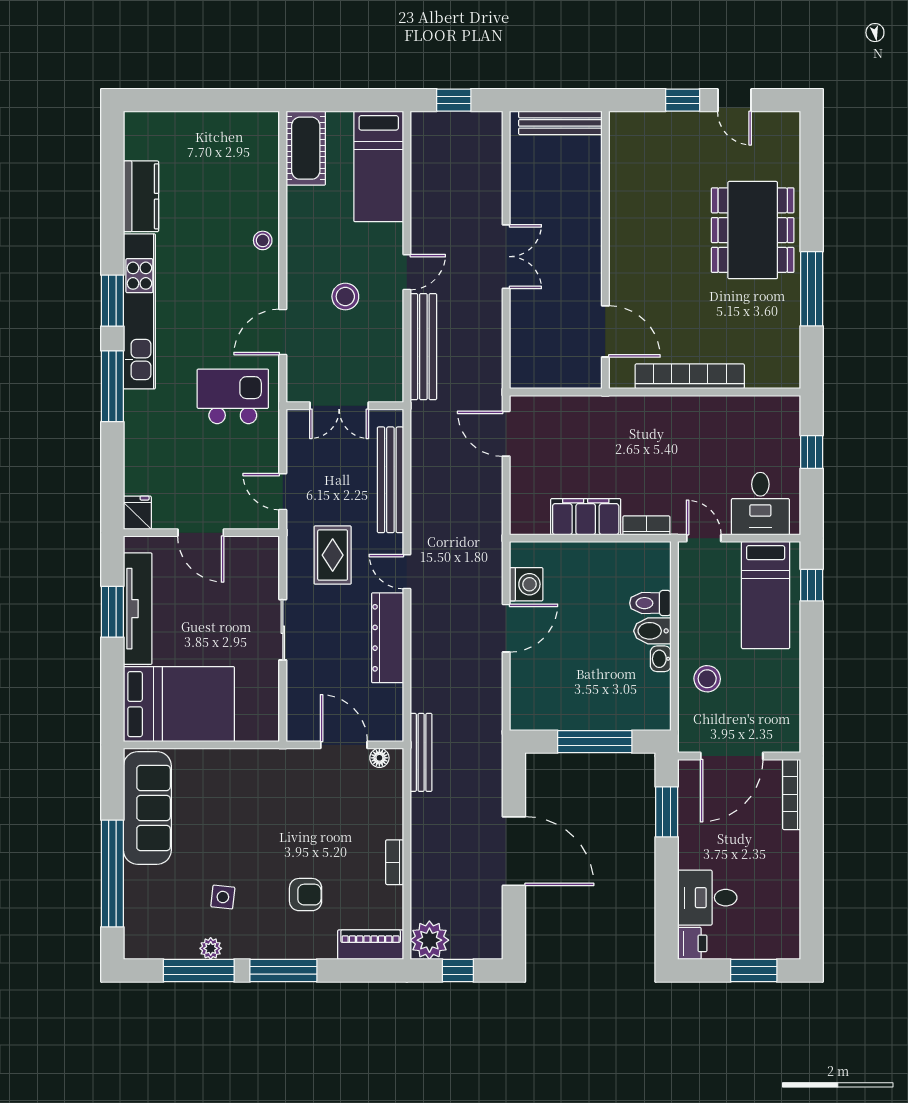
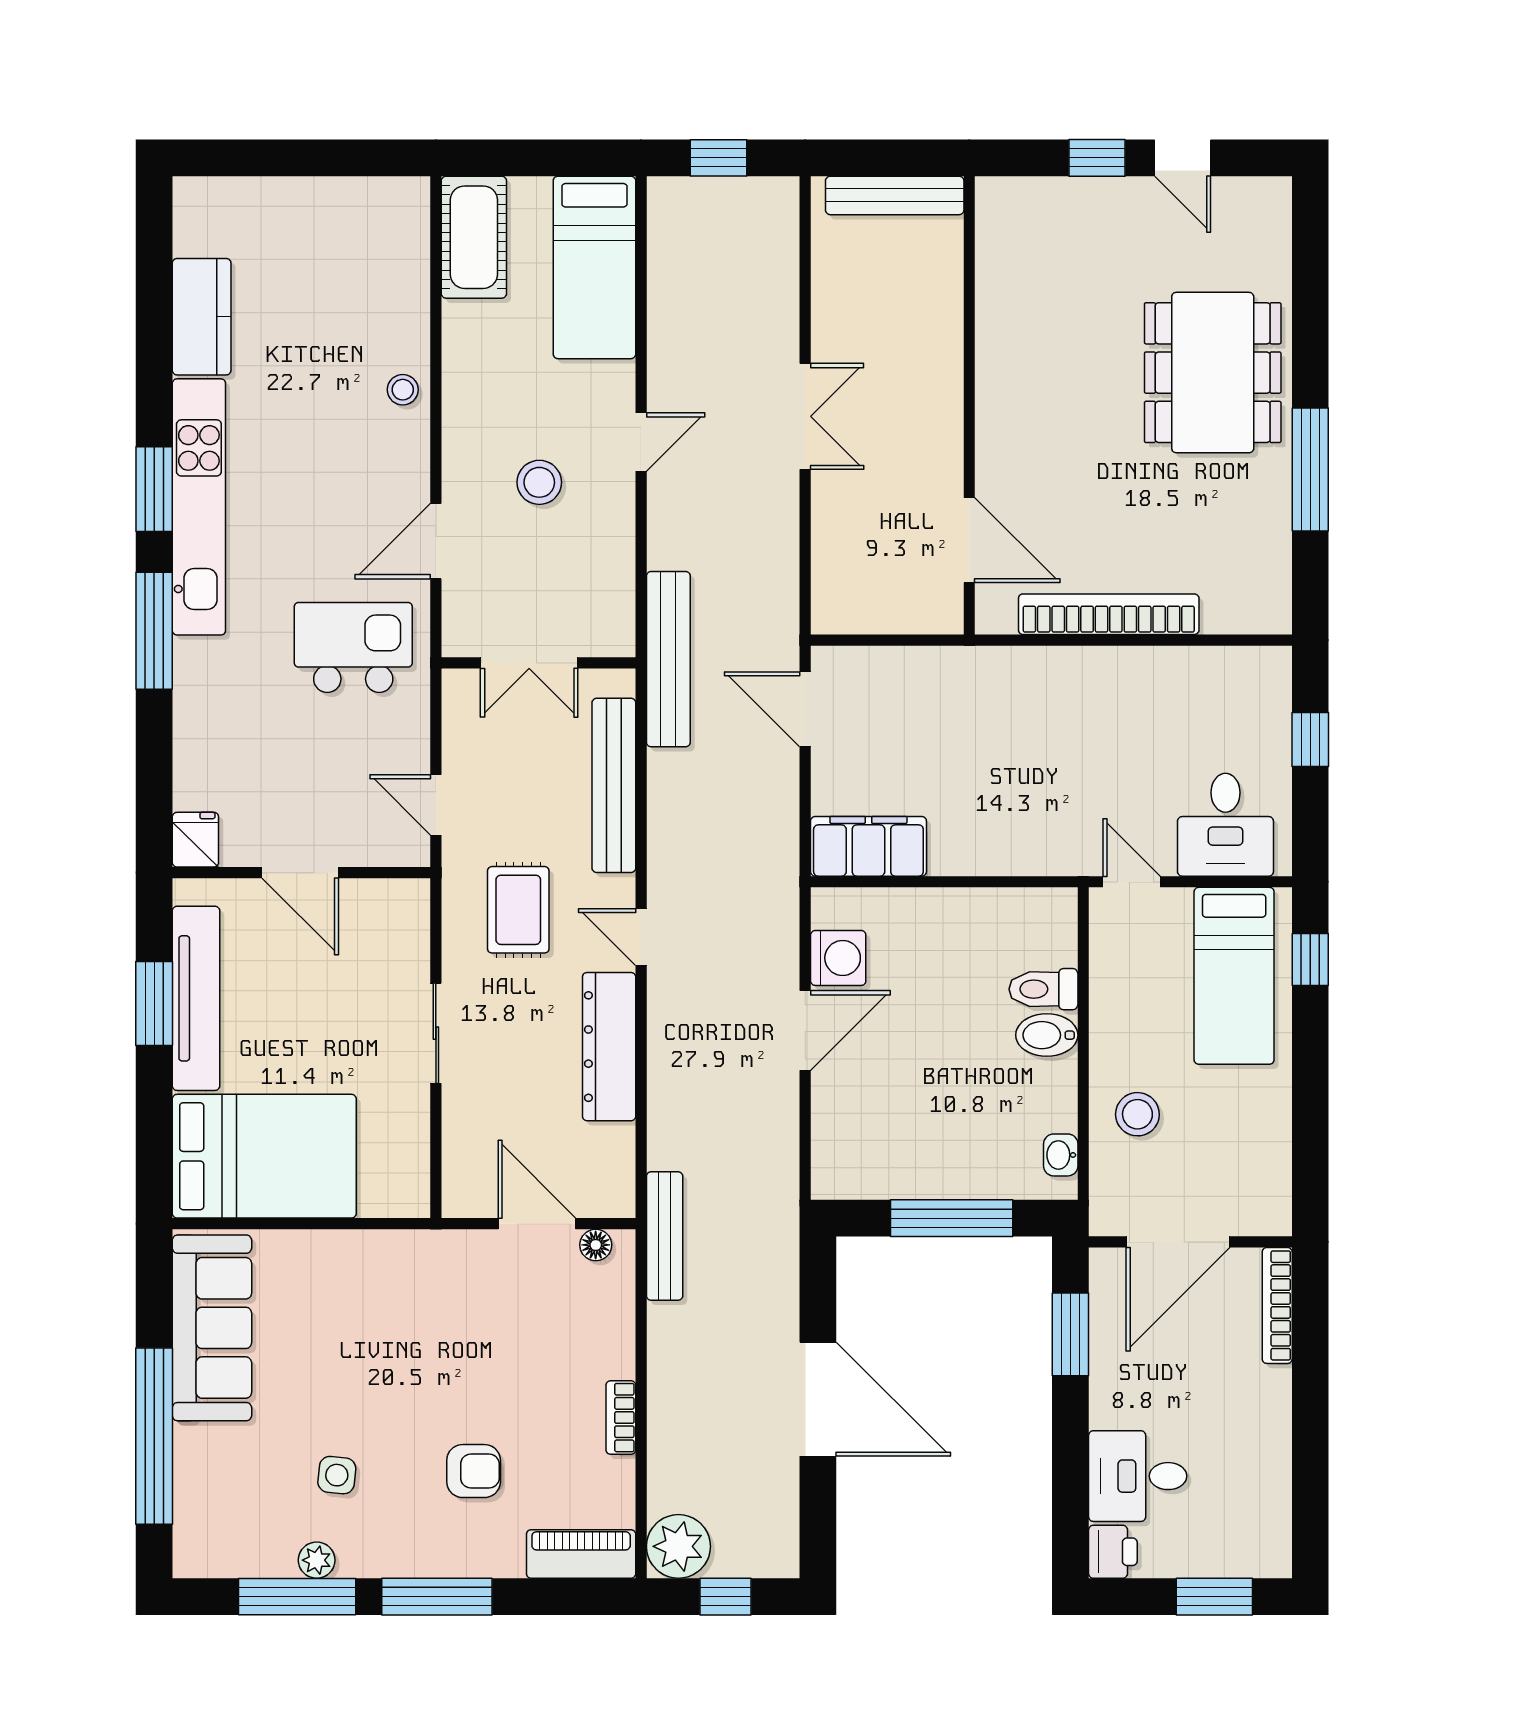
bench: (423, 347) -> (668, 659), moved
filing cabinet: (586, 517) -> (868, 846), moved
bookcase: (646, 525) -> (1037, 861), removed
washbasin: (661, 659) -> (1061, 1155), moved

